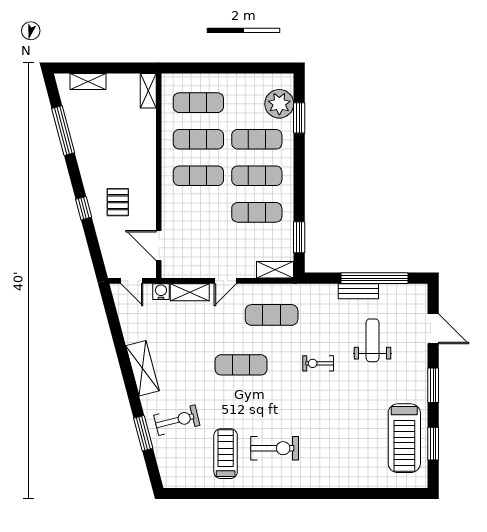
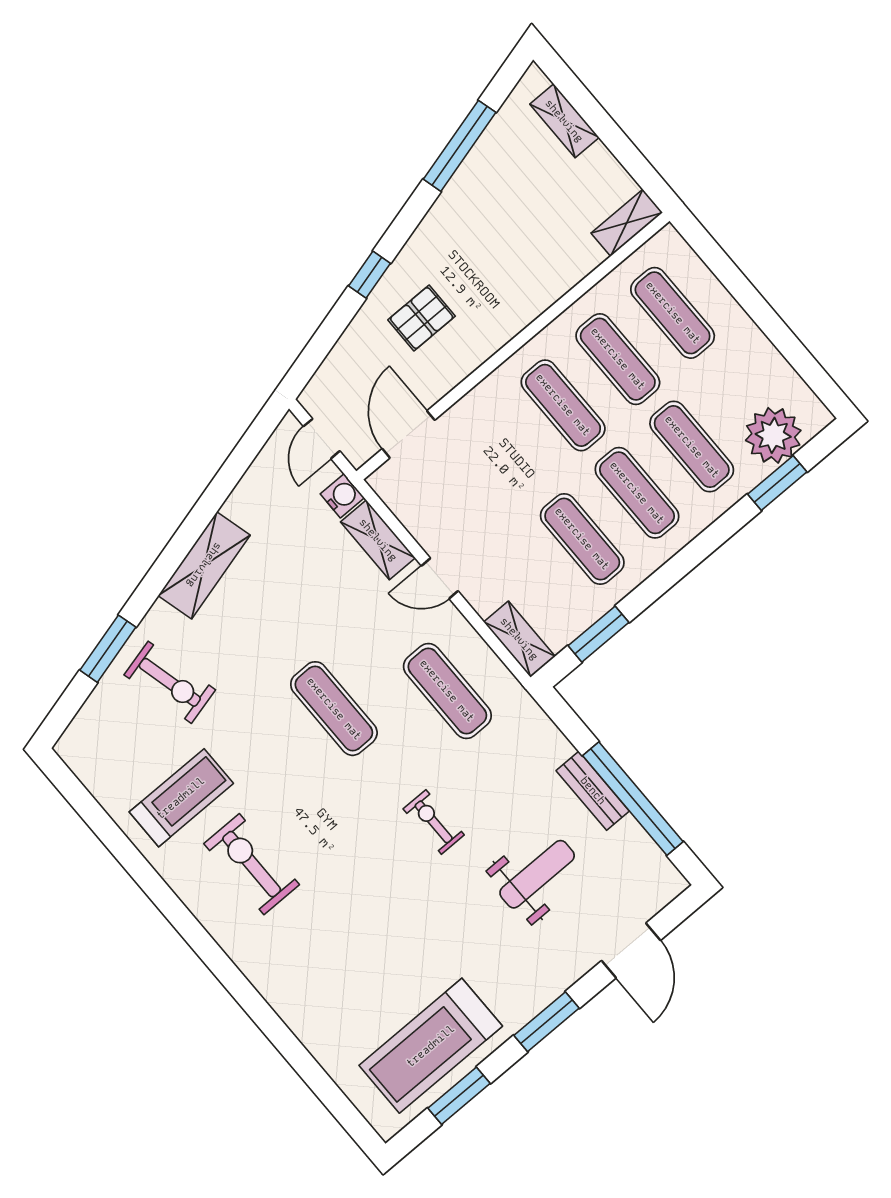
exercise bike: (275, 448) -> (252, 864), turned 180

